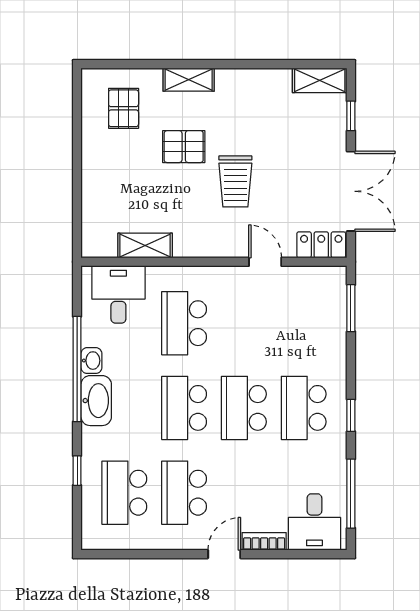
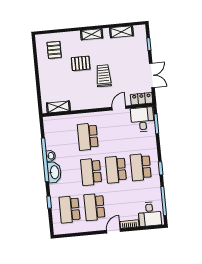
shelving: (189, 80) -> (92, 34), moved
shelving: (320, 80) -> (121, 32), moved
trolley: (235, 181) -> (103, 76), turned 180
double door: (351, 191) -> (152, 75), width x0.73
shelving: (145, 246) -> (58, 107), moved
door: (265, 262) -> (119, 108), hinge flipped
desk: (118, 294) -> (142, 119), moved

